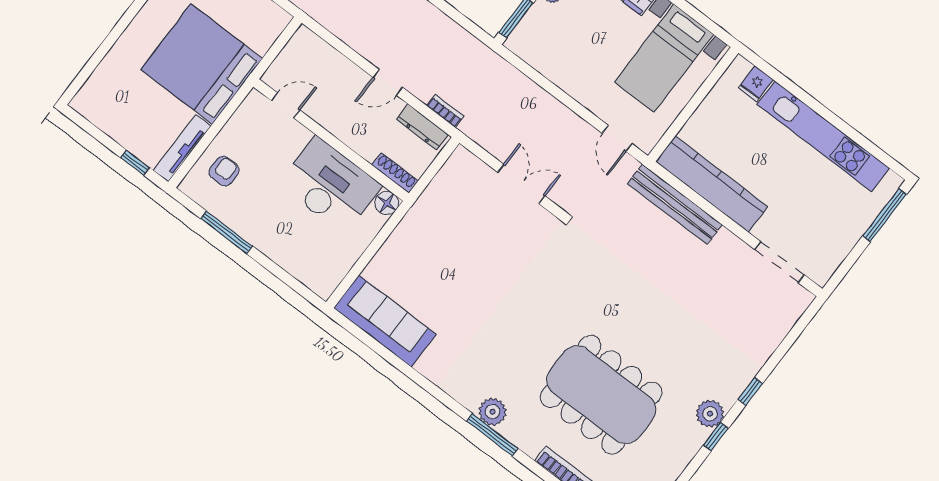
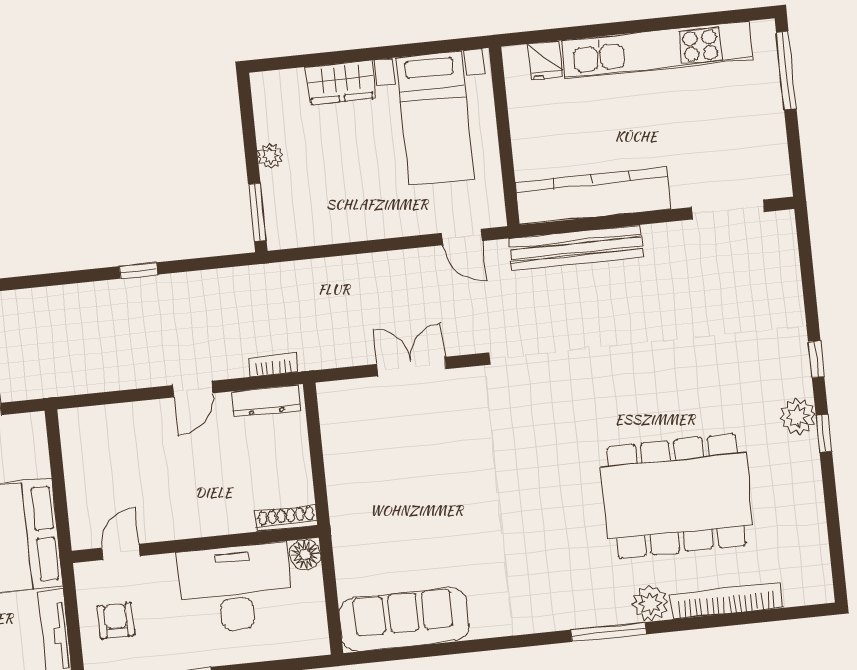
door: (286, 105) -> (121, 552), moved
wall: (331, 140) -> (195, 544), moved
shoe rack: (395, 173) -> (286, 518), moved
desk: (330, 185) -> (235, 588), moved
floor lamp: (387, 203) -> (305, 555), moved
plant: (493, 412) -> (650, 603), moved

